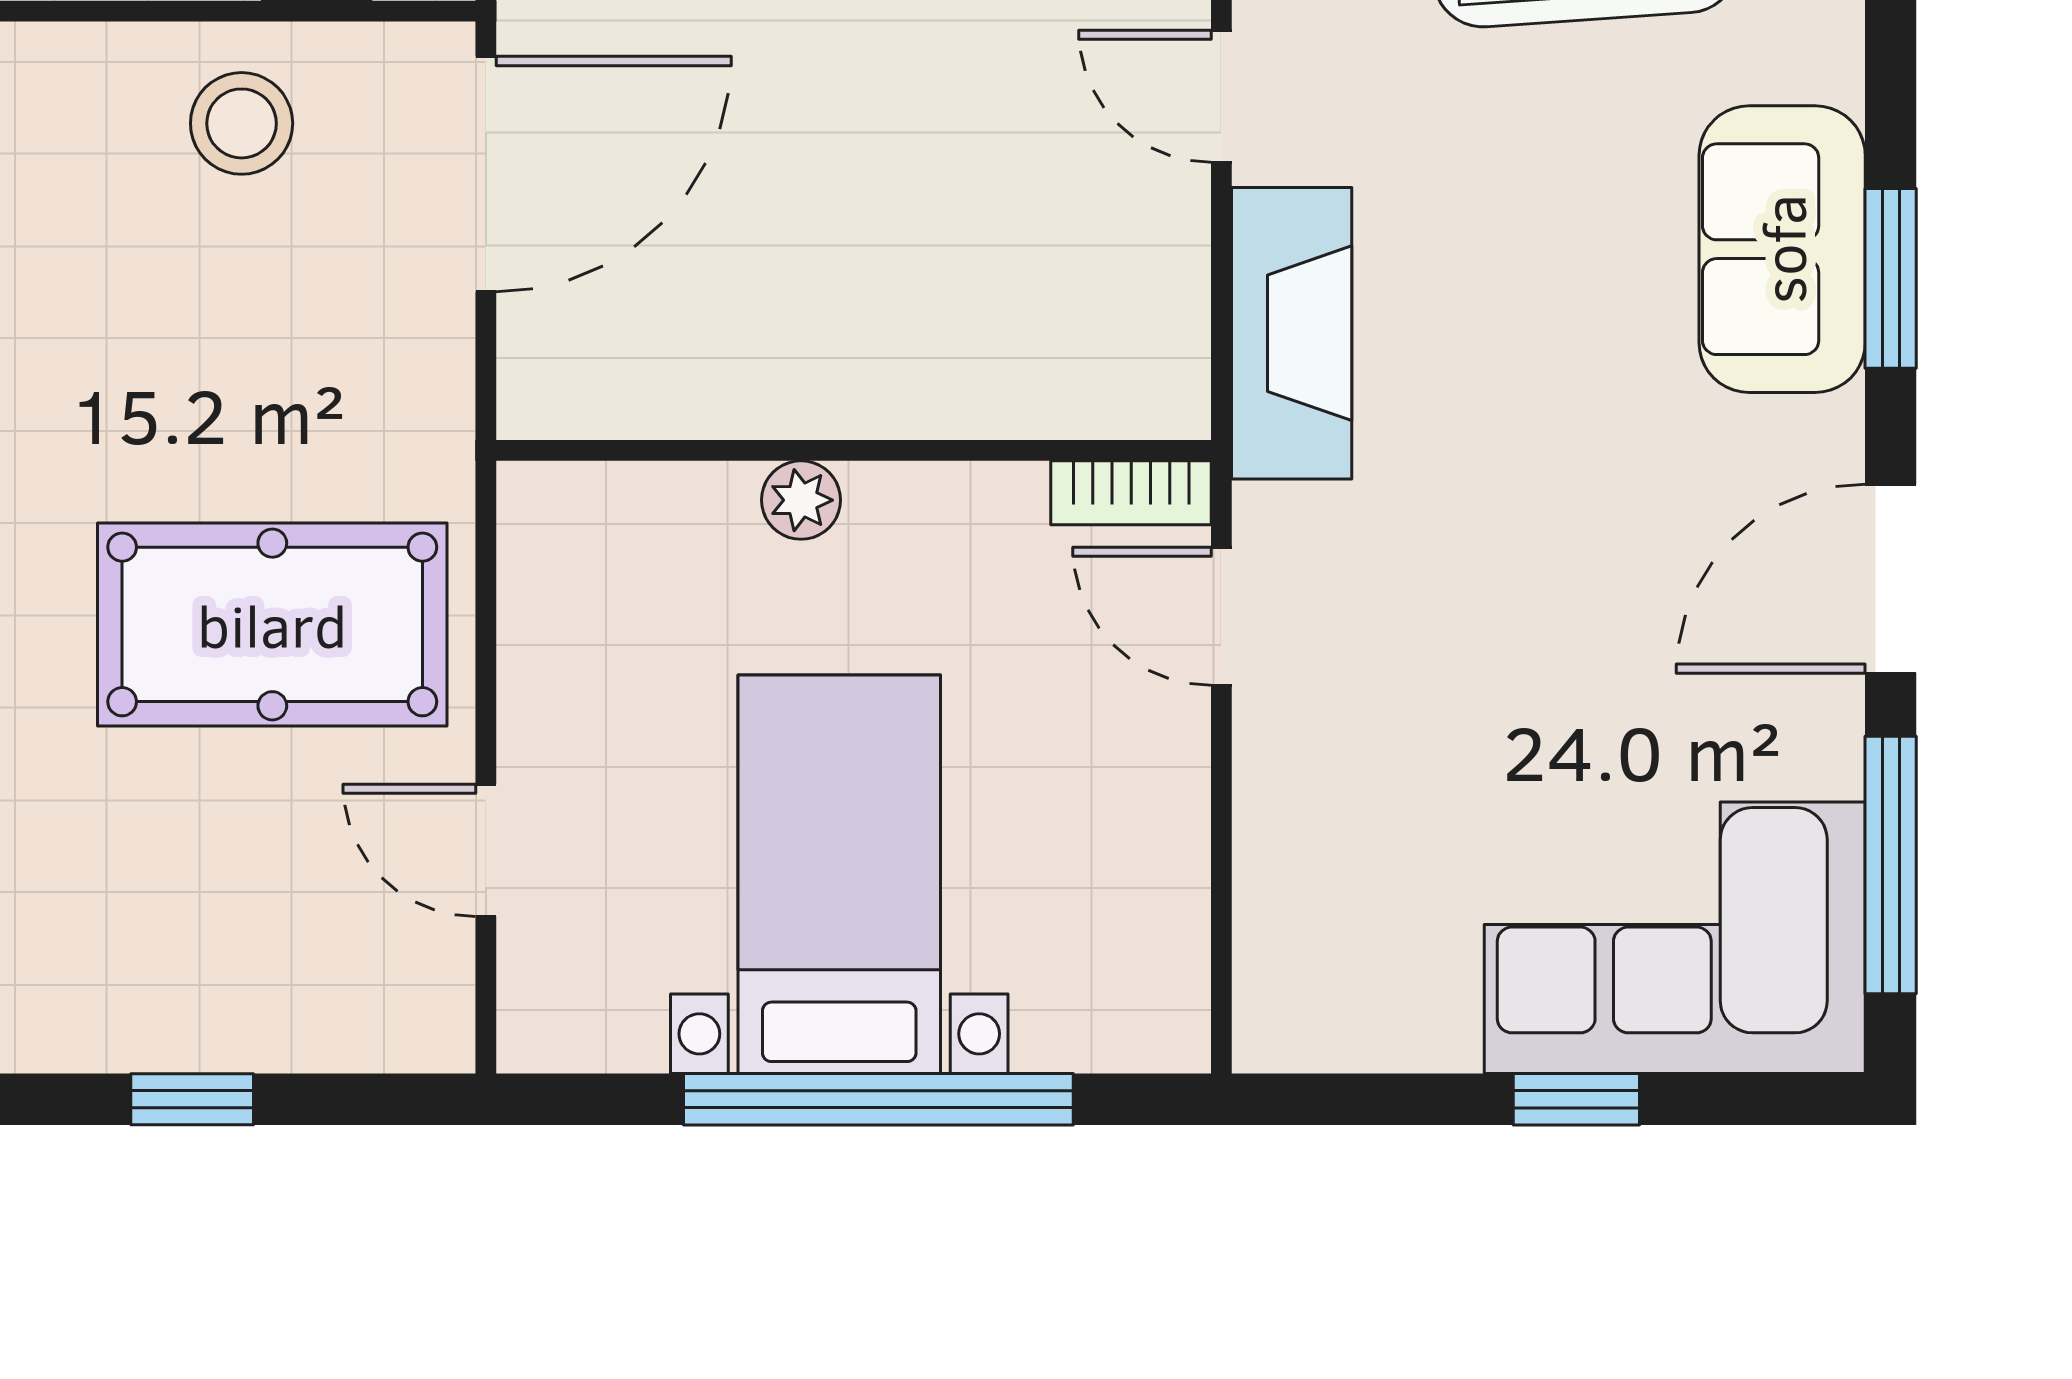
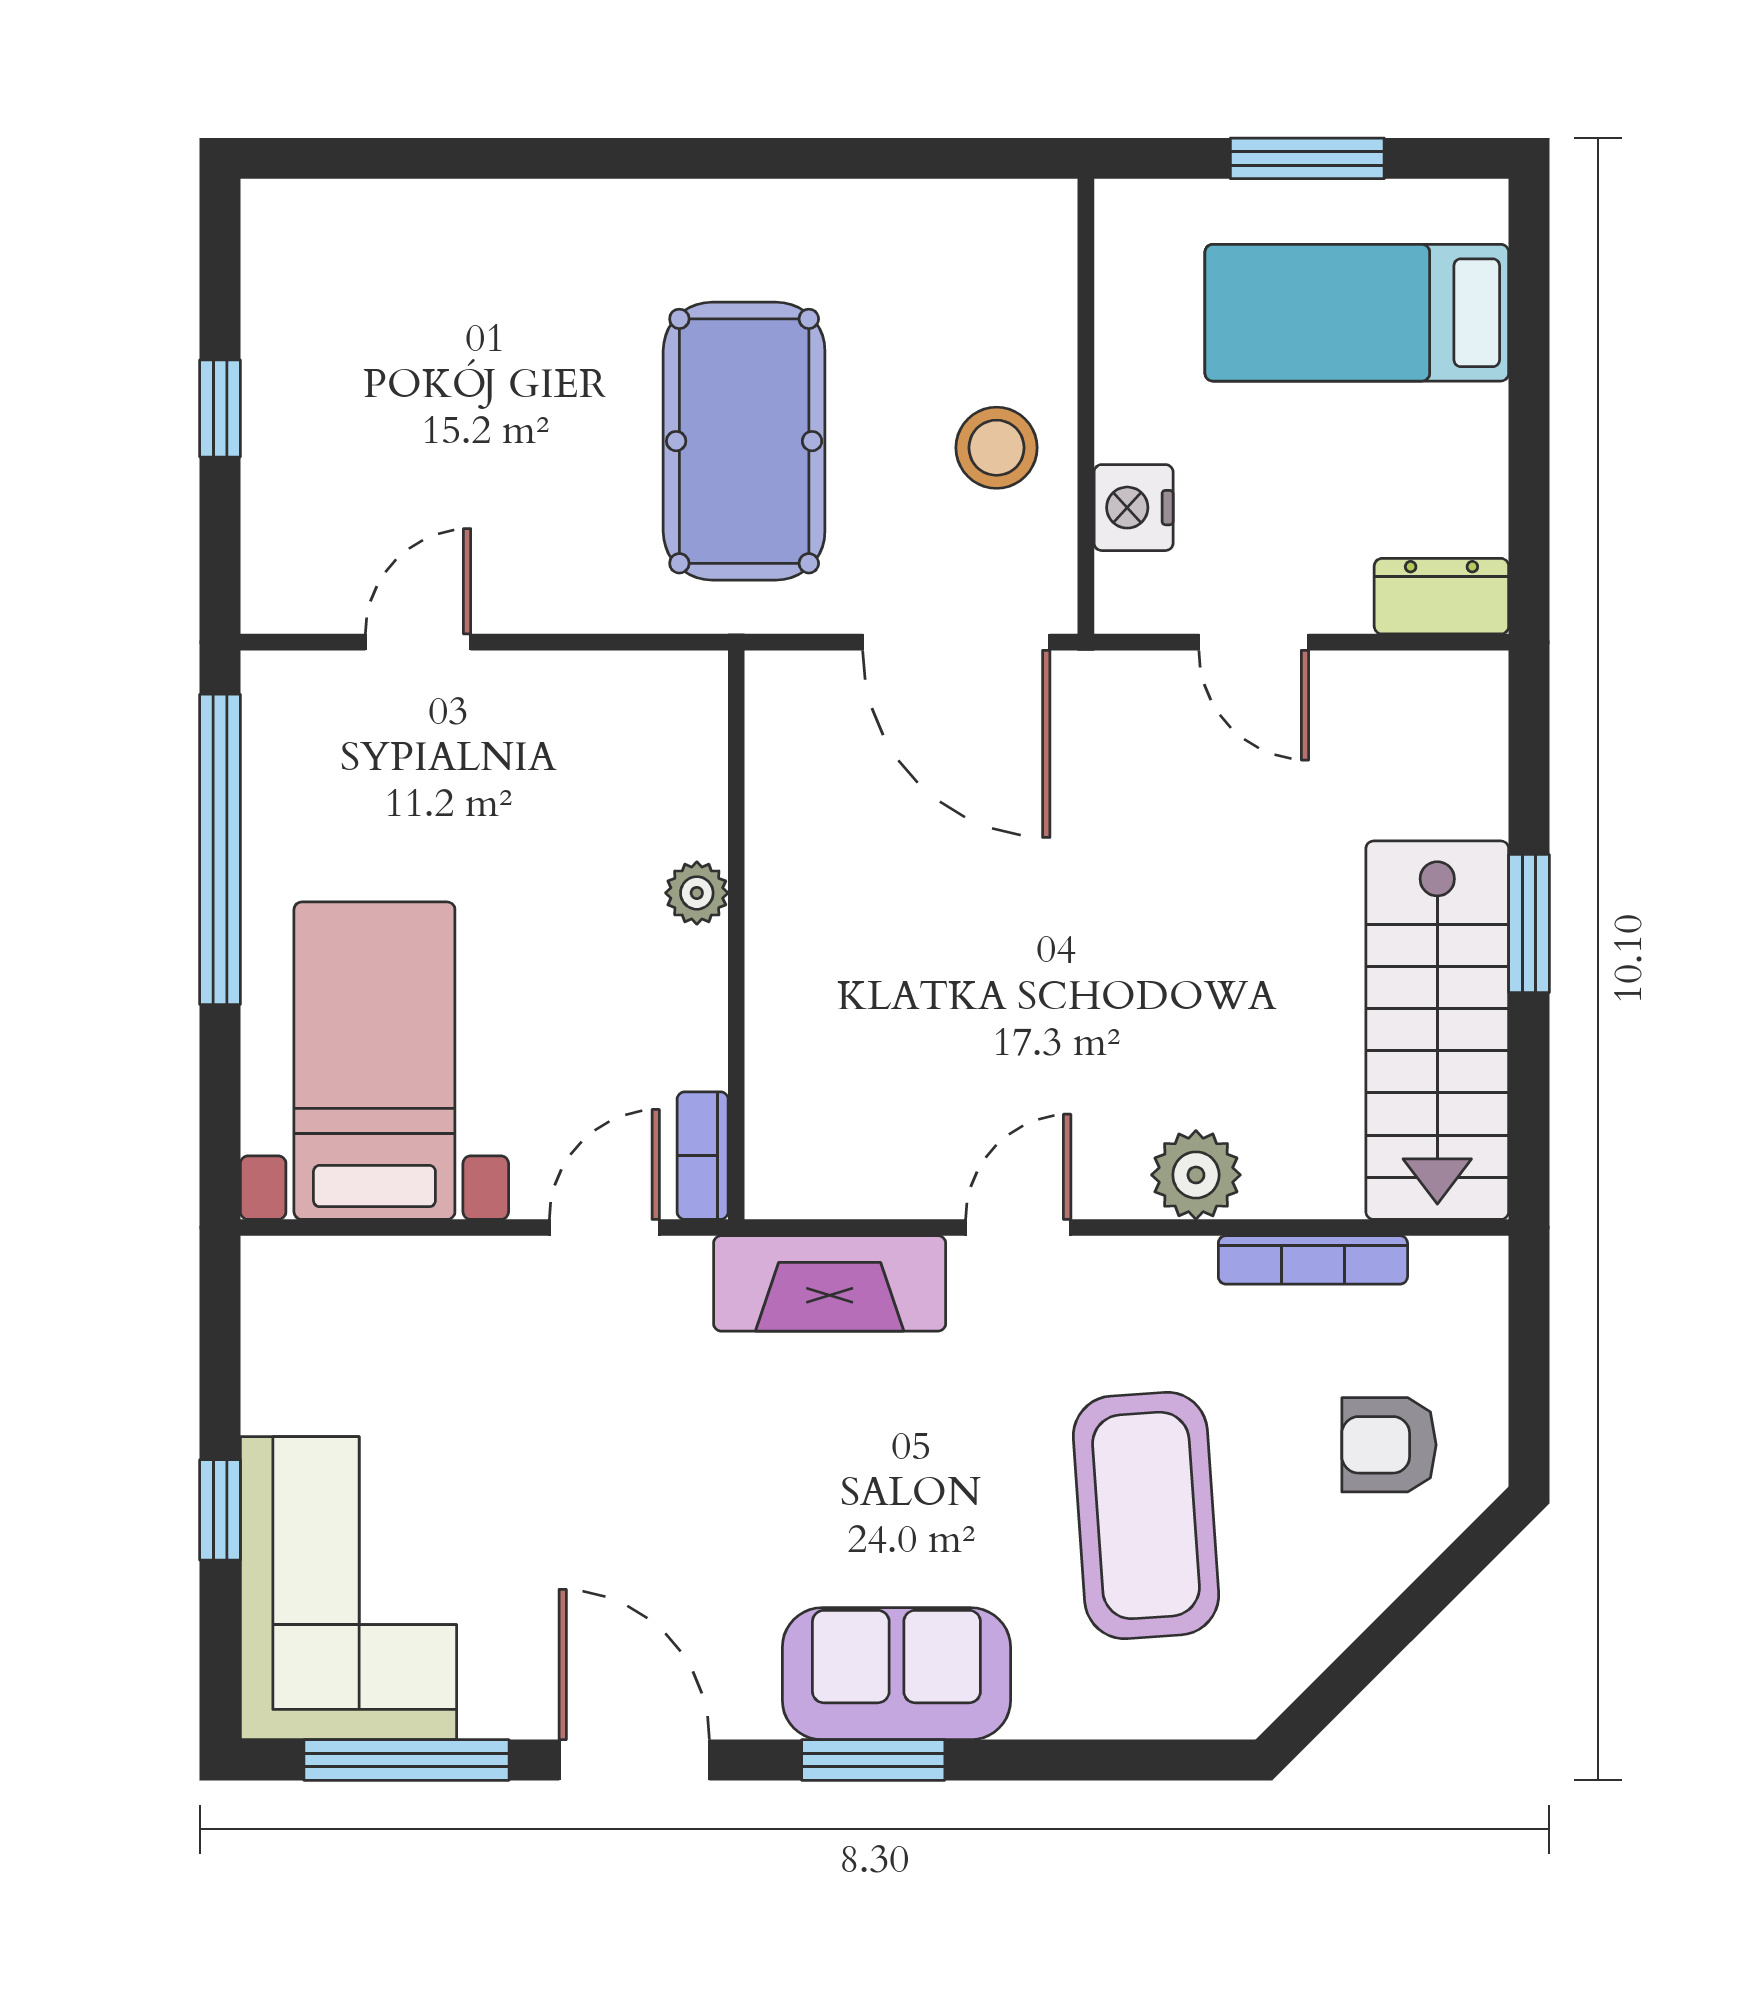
pool table: (272, 624) -> (744, 441), moved
bed with nightstands: (839, 874) -> (374, 1061), moved, turned -90
window: (878, 1099) -> (220, 849), moved

